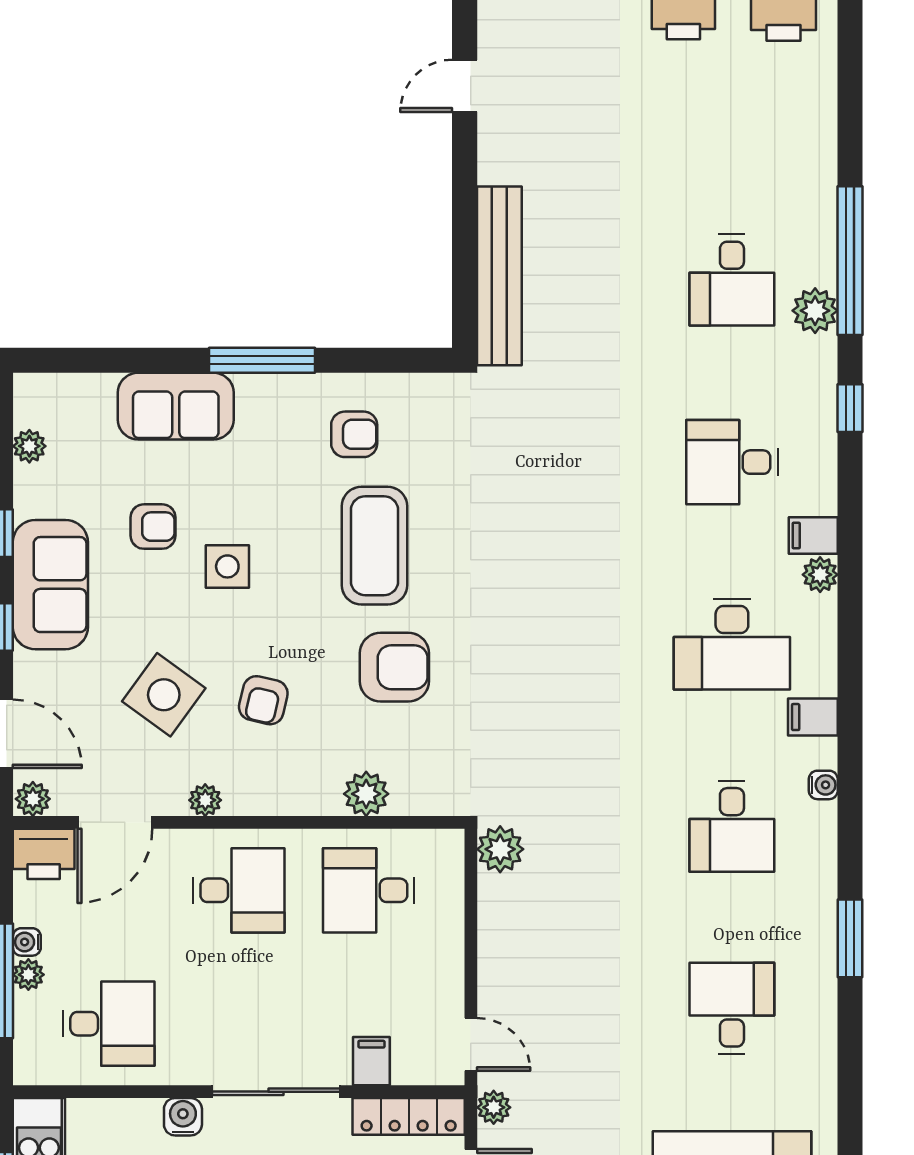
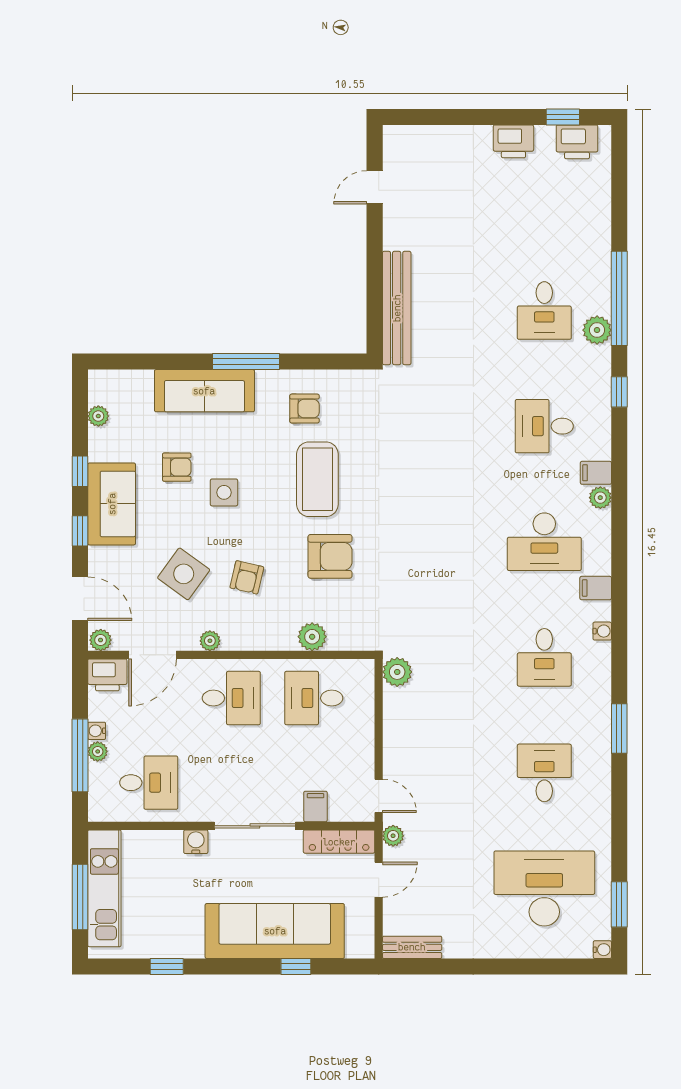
sofa: (176, 406) -> (204, 391), width x1.36

